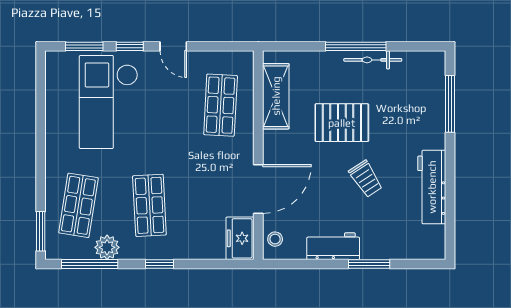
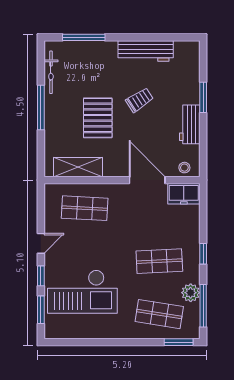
bicycle: (373, 60) -> (51, 72), moved

